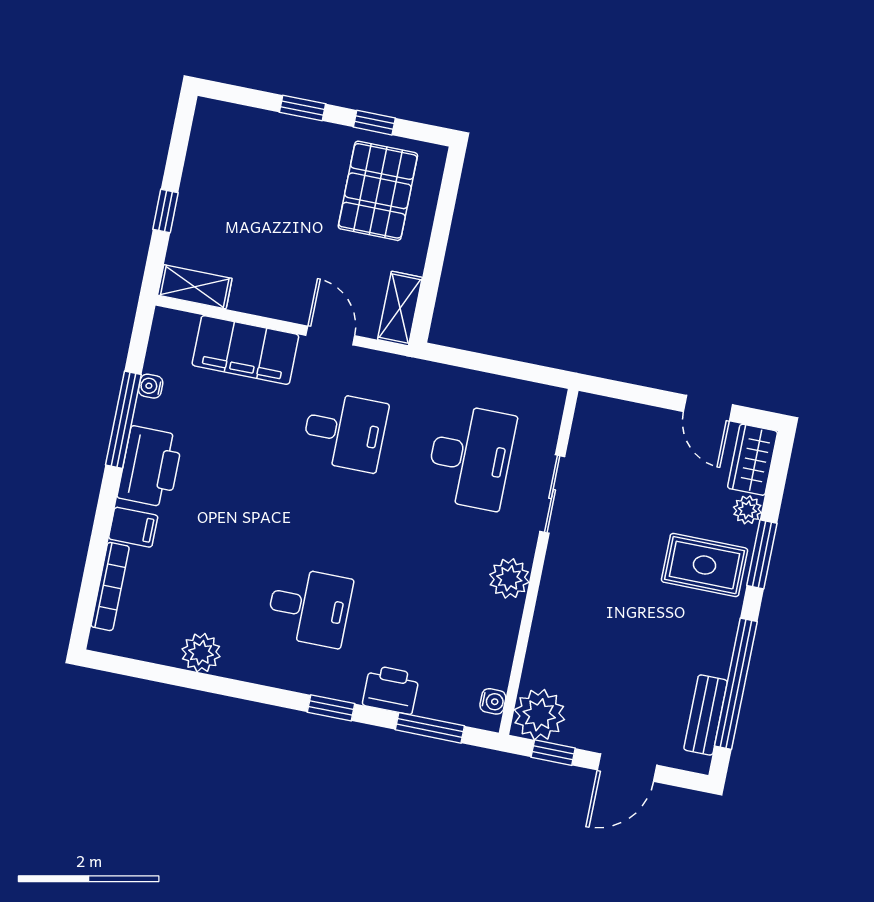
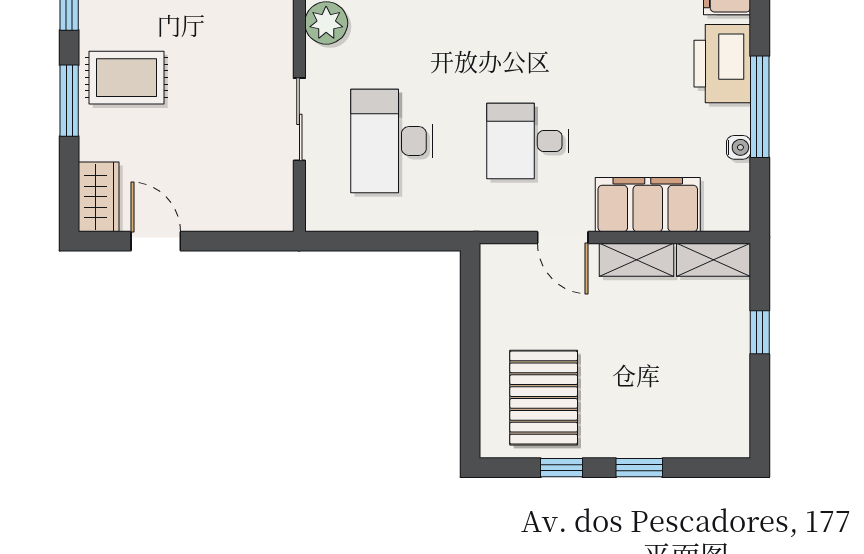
shelving: (400, 308) -> (637, 260), moved, turned 90
plant: (747, 510) -> (94, 144), removed

